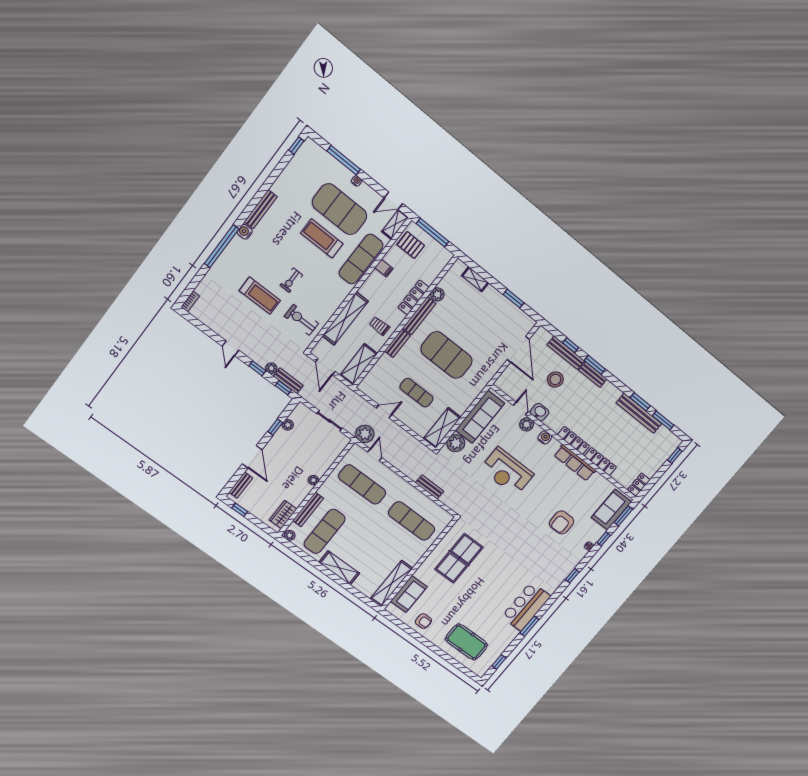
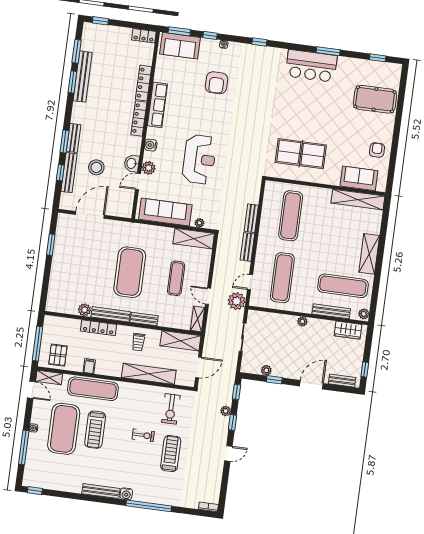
shelving: (475, 279) -> (197, 319), moved
bench: (288, 381) -> (247, 247), moved
plant: (456, 443) -> (199, 223), width x0.53, depth x0.53
armchair: (562, 522) -> (217, 83), turned 90
pool table: (466, 642) -> (375, 99), turned 90

